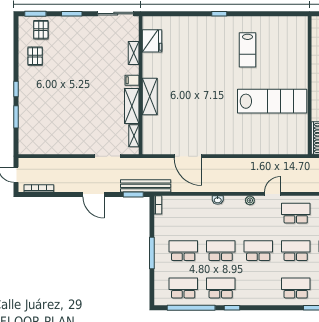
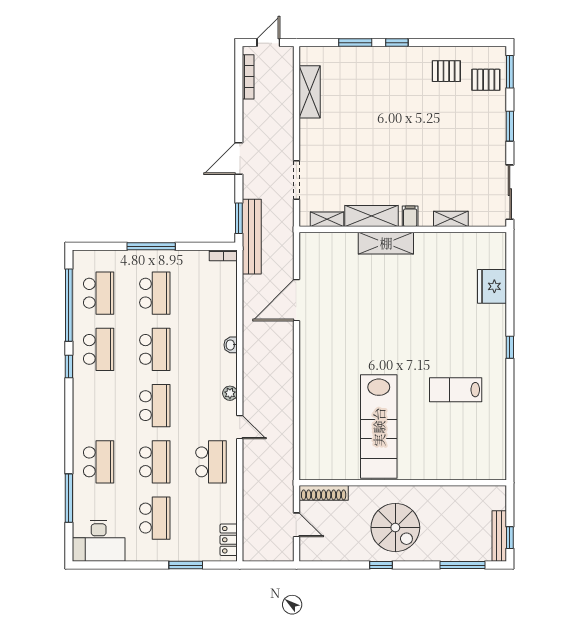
fridge: (152, 41) -> (492, 286), moved, turned 90
shelving: (49, 147) -> (310, 92), added

